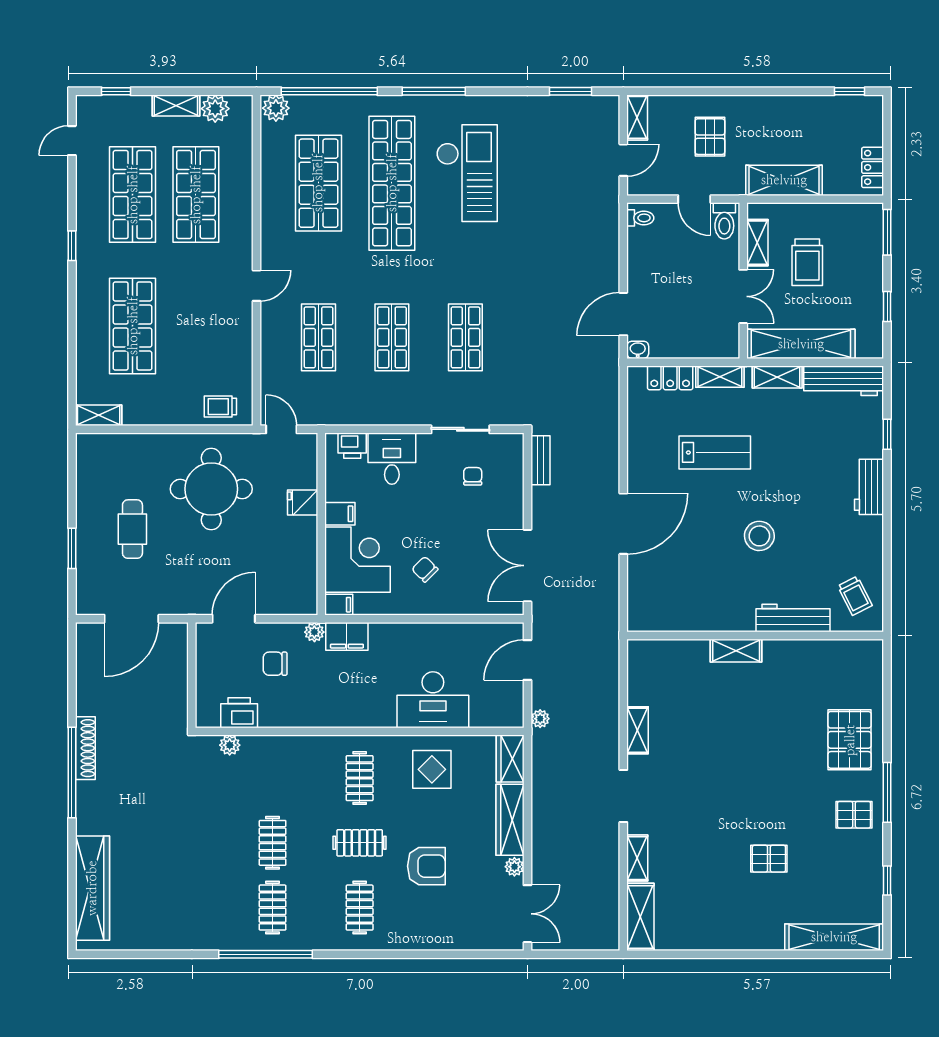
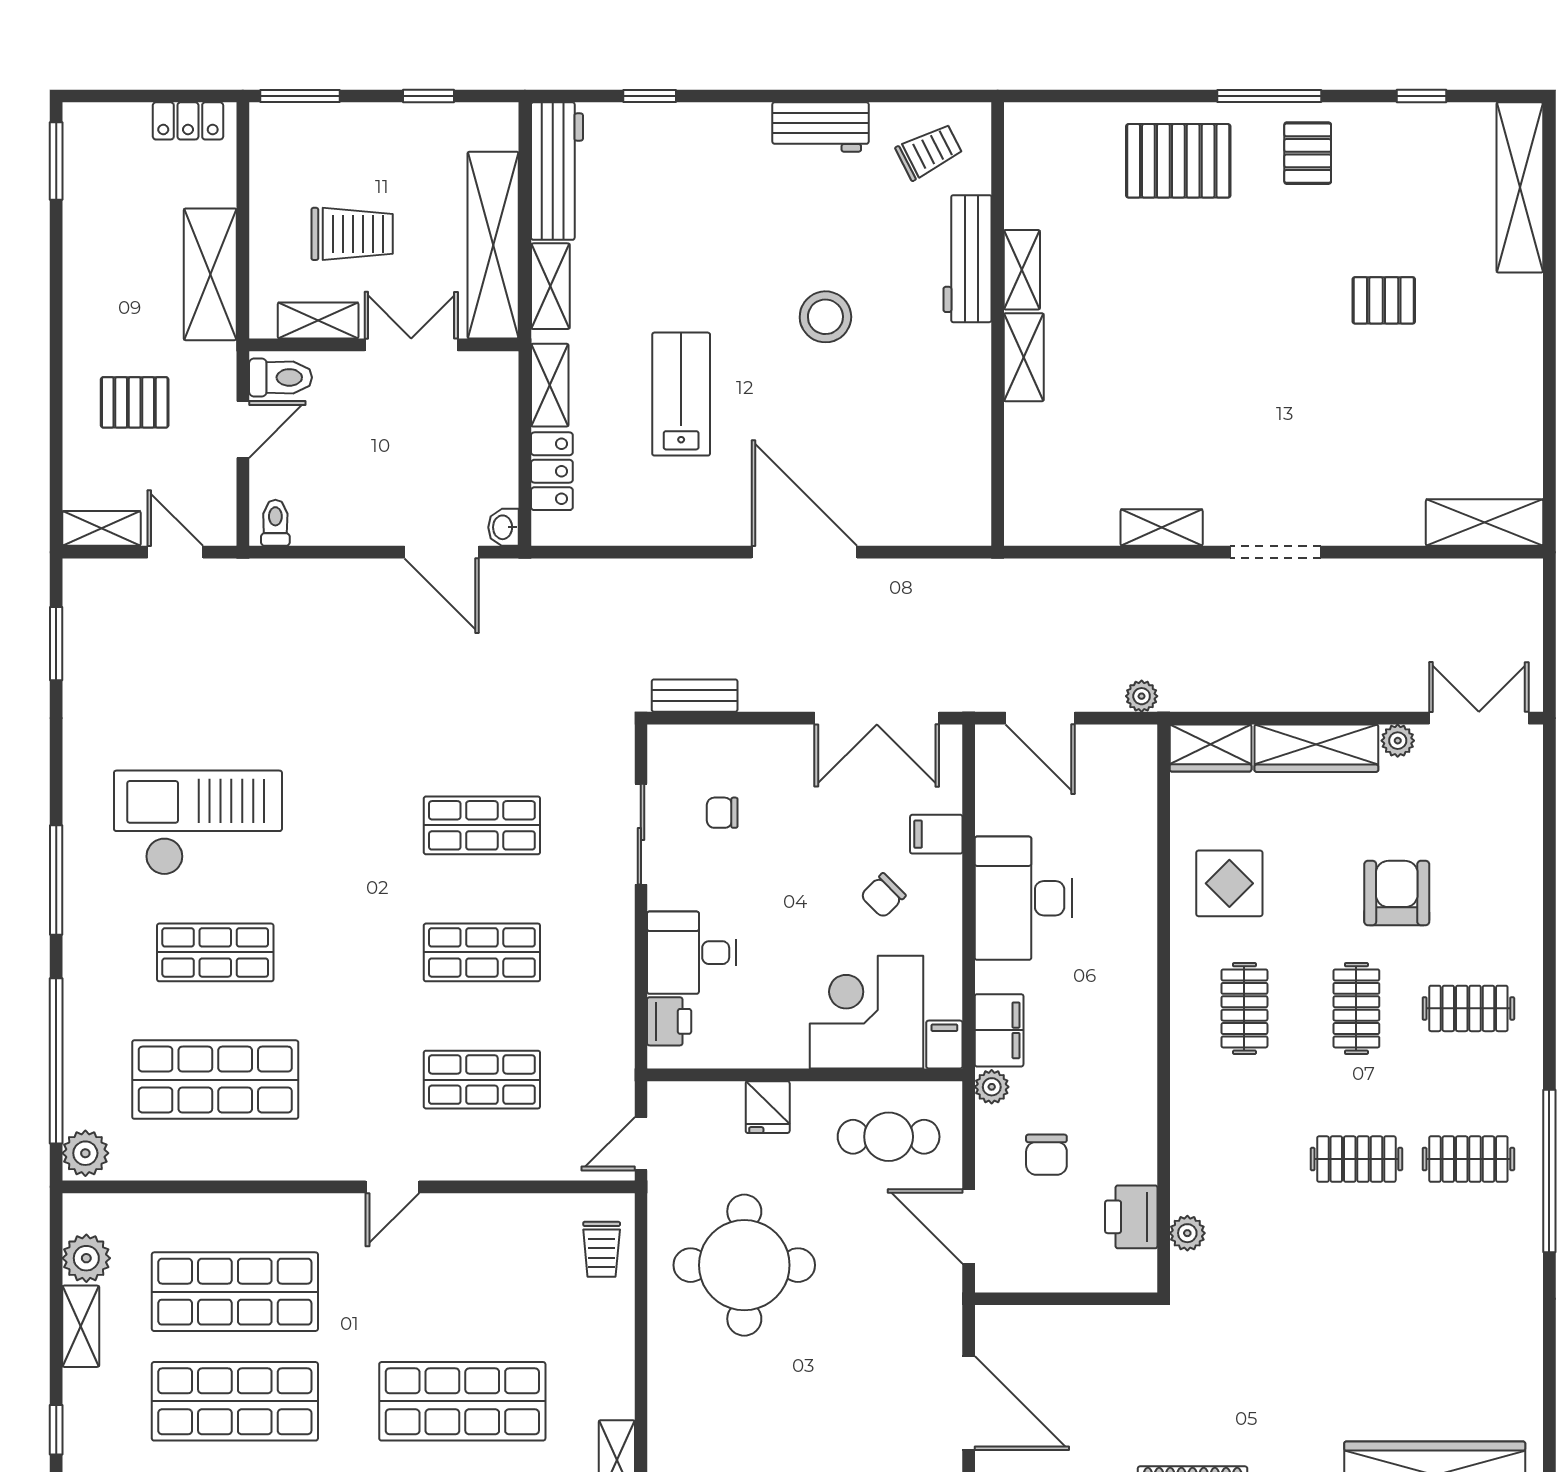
window: (850, 91) -> (56, 161), width x1.50
shop shelf: (392, 183) -> (215, 952), width x0.50, depth x0.74
door: (257, 286) -> (392, 1187), swing flipped
workbench: (869, 487) -> (821, 127), moved
filing cabinet: (340, 514) -> (936, 834), moved, turned -90
cafe table: (132, 529) -> (889, 1137), moved
desk: (433, 700) -> (1023, 898), moved, turned 180
clothes rail: (360, 778) -> (1244, 1008), turned 90
shelving: (637, 858) -> (1022, 270), moved, turned 90
pallet: (769, 859) -> (1384, 300), turned 90

